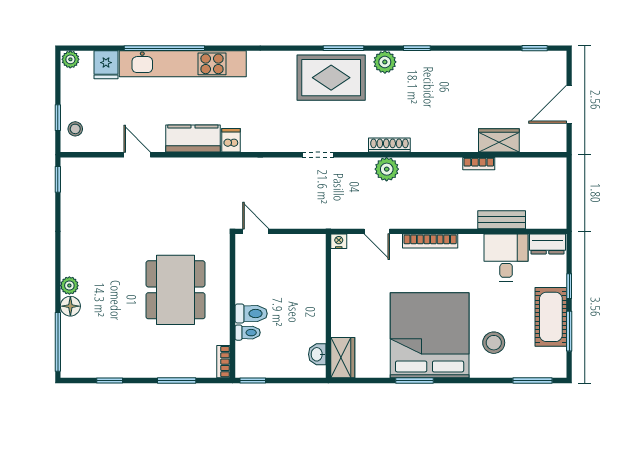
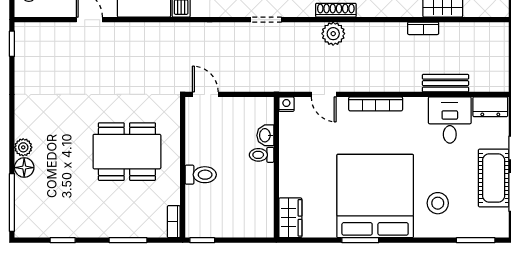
dining table: (176, 290) -> (127, 152), turned 90
toilet: (248, 333) -> (262, 155), moved, turned 180
washbasin: (317, 354) -> (265, 135), moved

